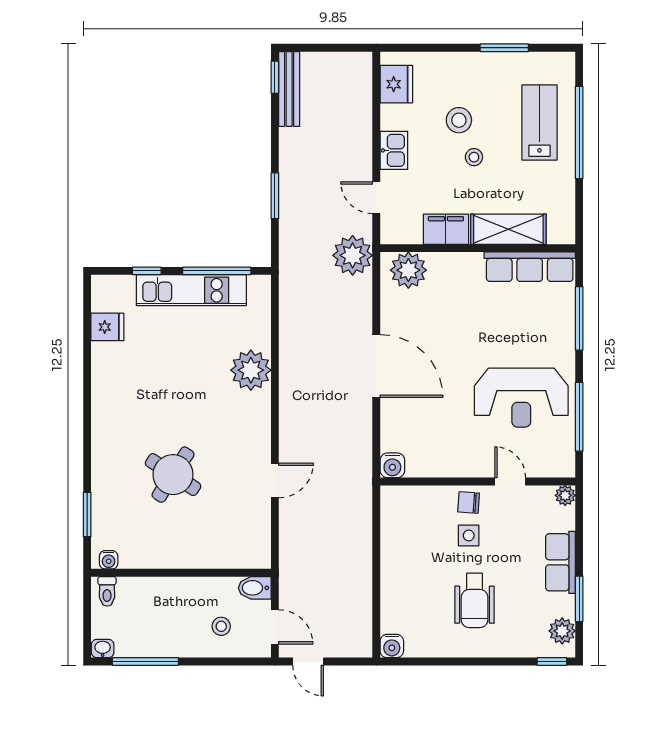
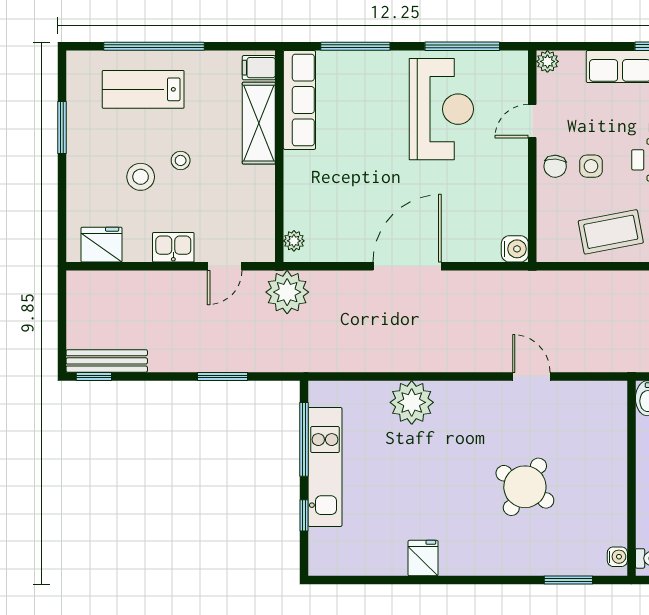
filing cabinet: (446, 229) -> (259, 68), moved, width x0.50
plant: (408, 270) -> (294, 241), width x0.53, depth x0.53
fridge: (107, 327) -> (423, 558), moved
coffee table: (408, 554) -> (611, 232), added

